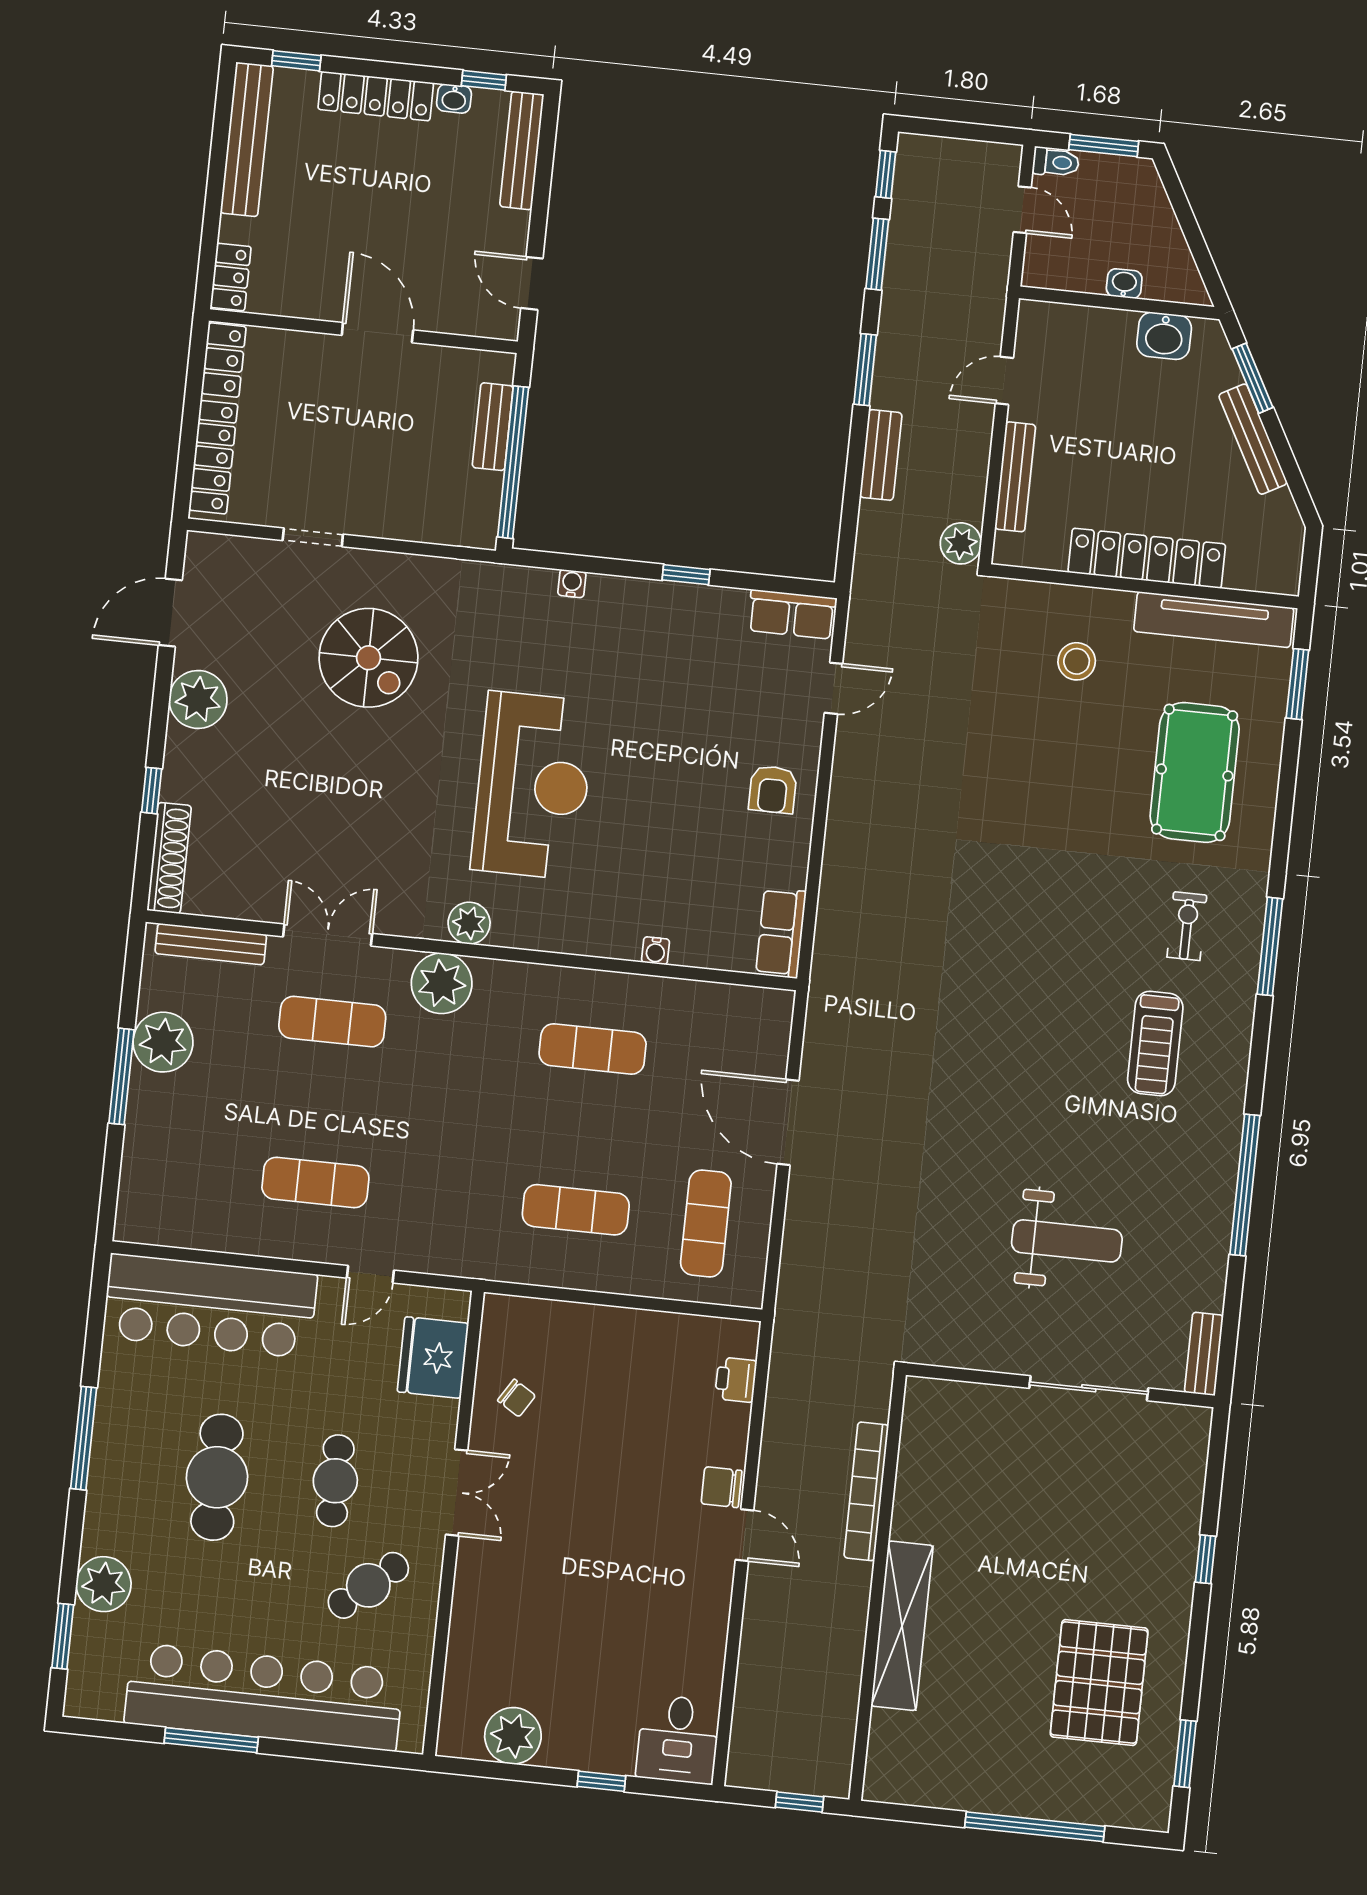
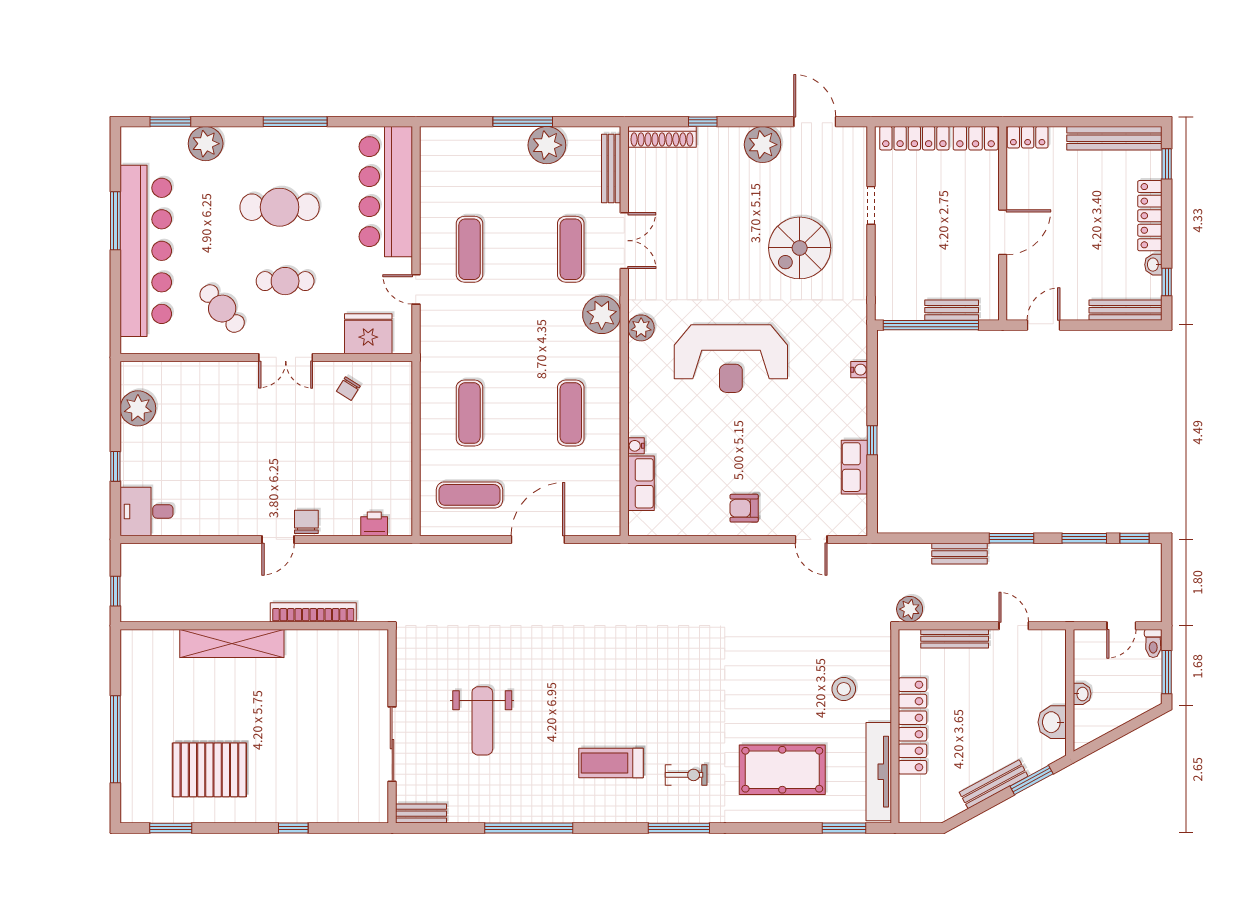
row of seats: (792, 614) -> (854, 467), moved
row of seats: (781, 933) -> (641, 483), moved, turned 90

